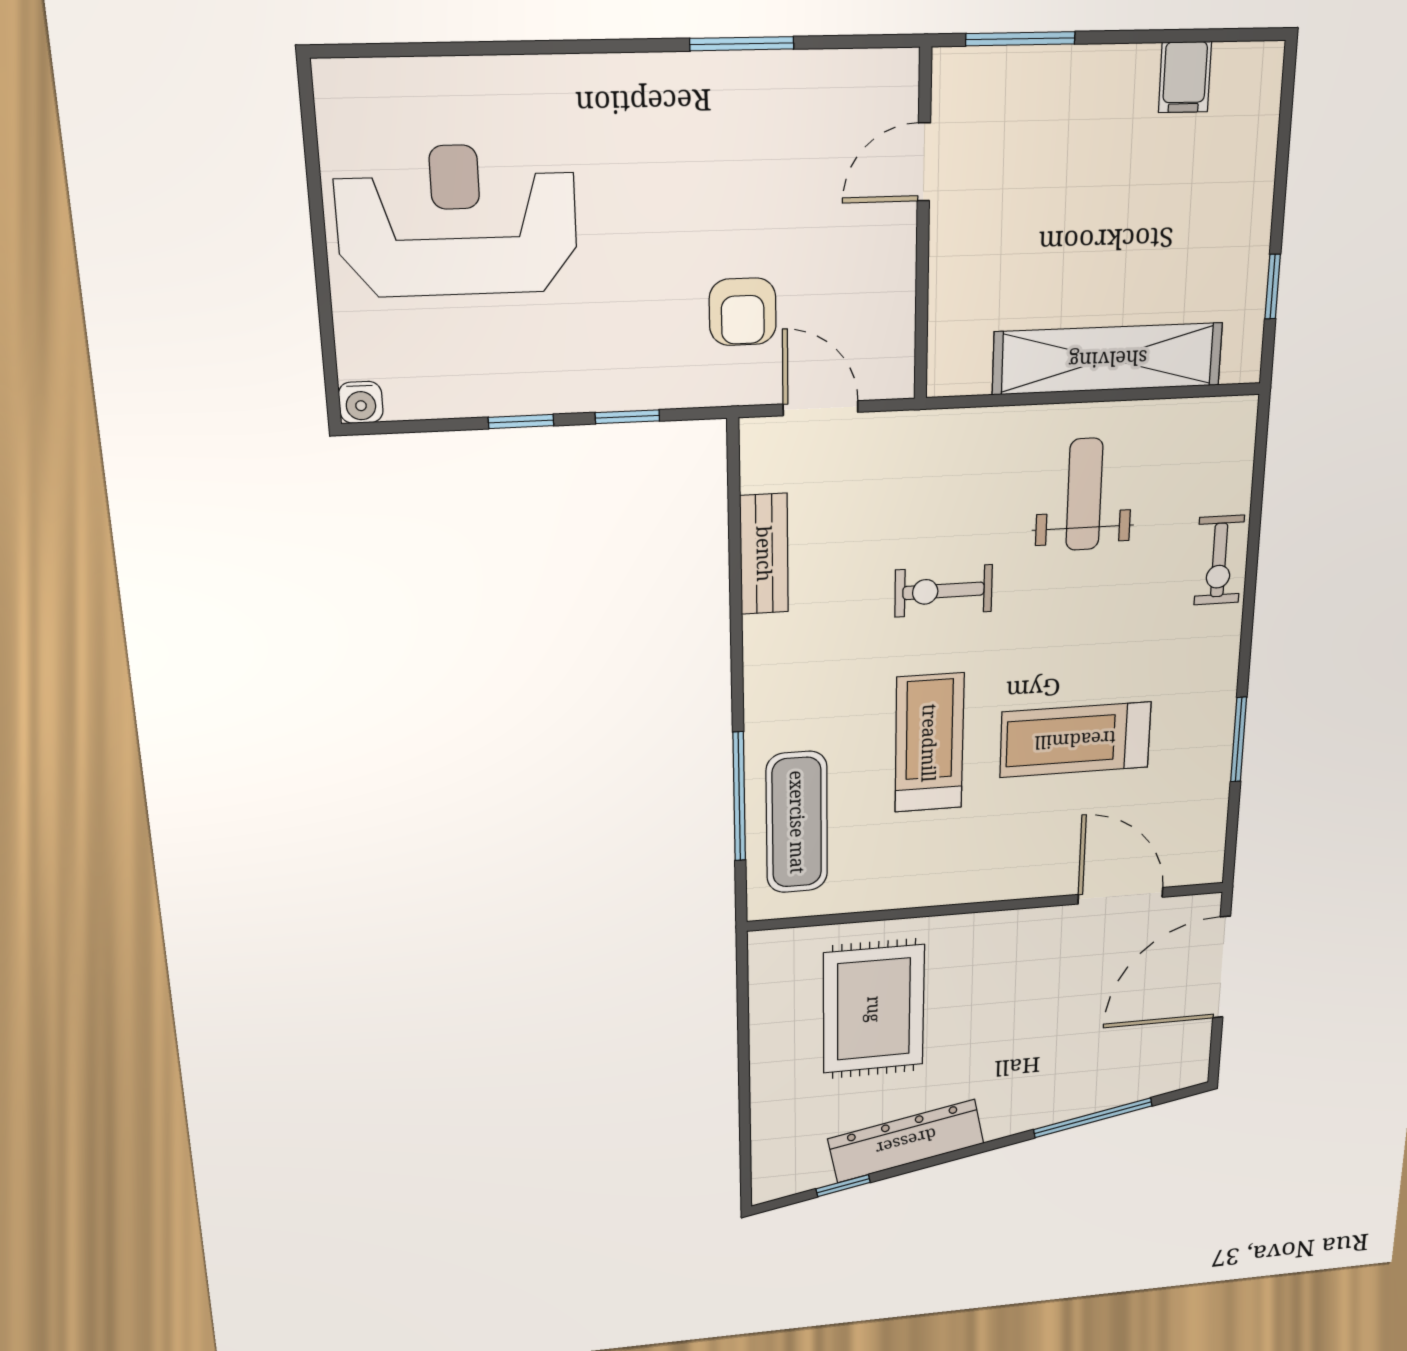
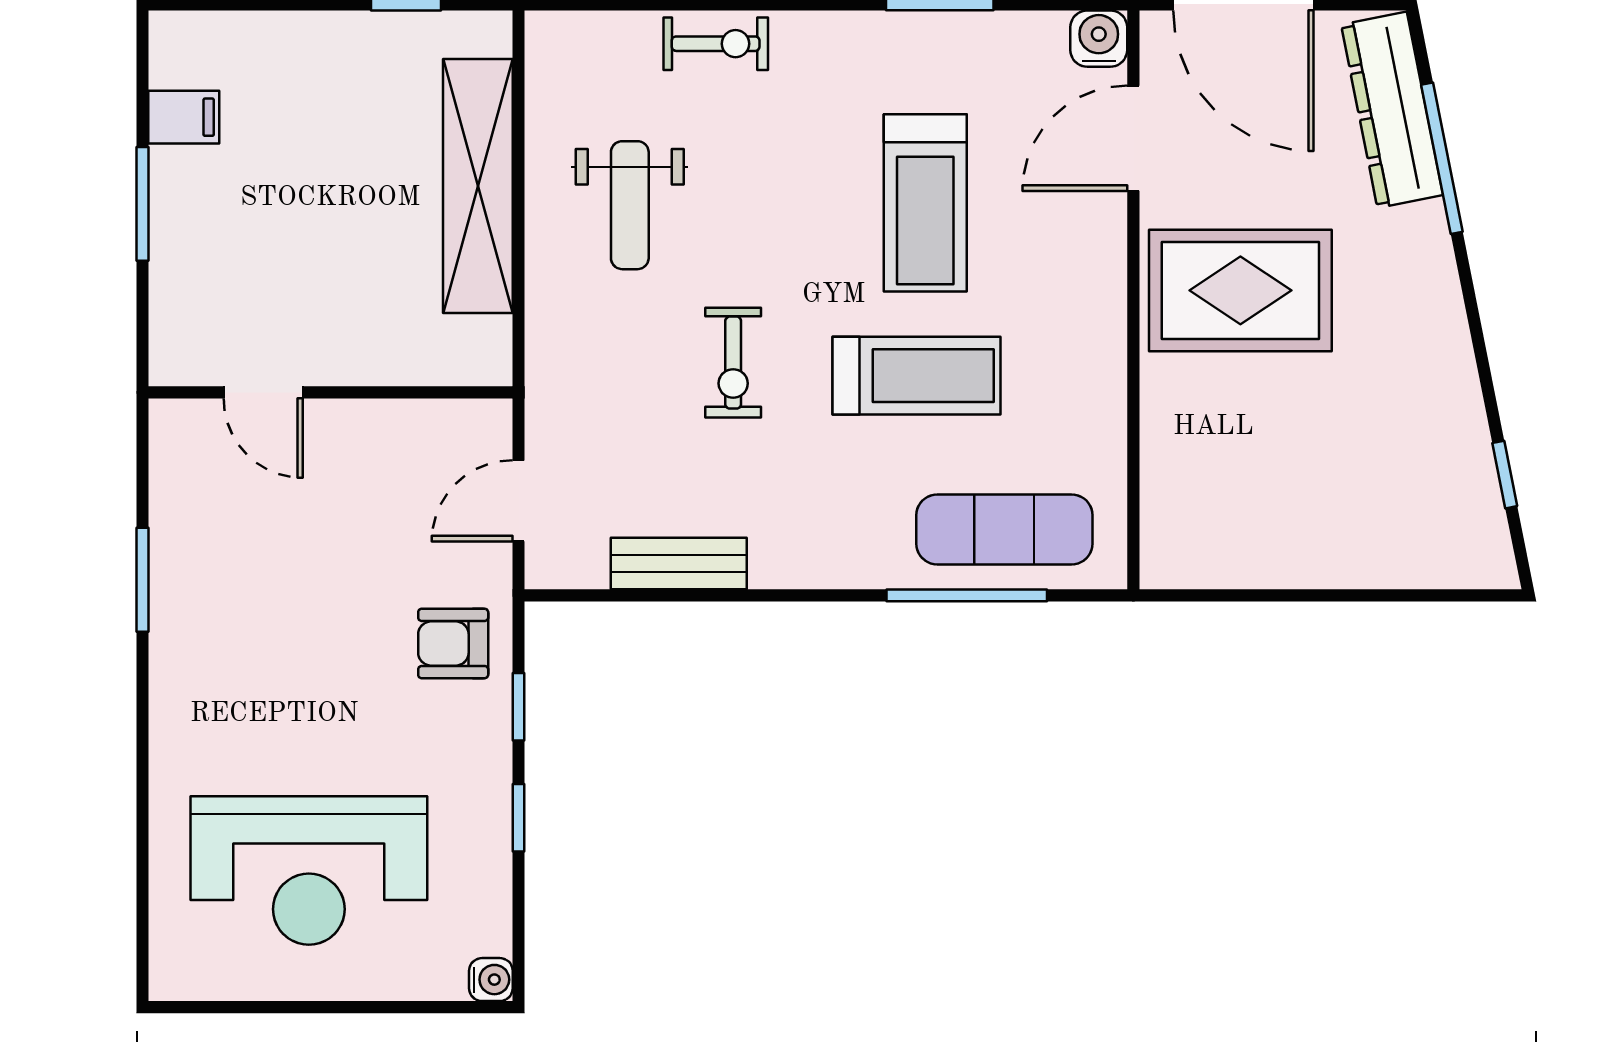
window: (1020, 39) -> (142, 204), moved
reception desk: (457, 221) -> (309, 870), turned -90
armchair: (743, 312) -> (453, 643), moved, turned 180
weight bench: (1084, 494) -> (630, 205), turned -90
treadmill: (929, 743) -> (916, 376), turned 180
water cooler: (1202, 863) -> (1099, 39), added
rug: (874, 1009) -> (1240, 290), moved
dresser: (906, 1141) -> (1392, 110), moved

